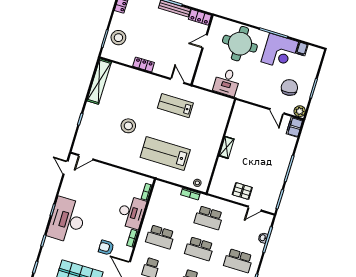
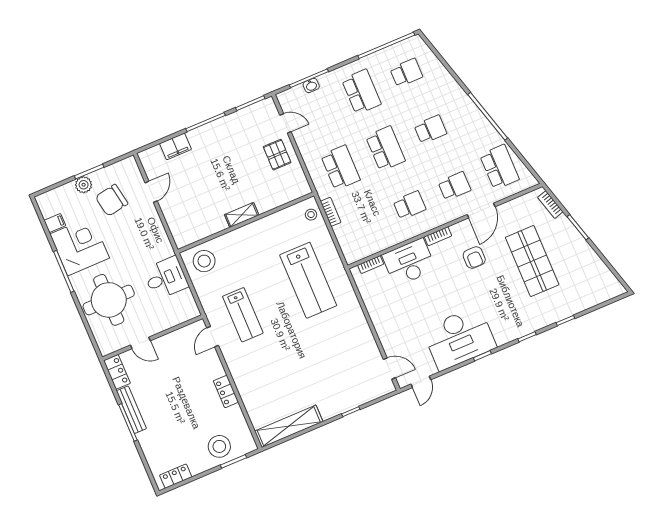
plant: (300, 111) -> (84, 185), moved
stool: (128, 126) -> (204, 261), moved
filing cabinet: (294, 127) -> (175, 146), moved
desk: (67, 220) -> (459, 338), moved
school desk: (160, 237) -> (409, 205), width x0.54

